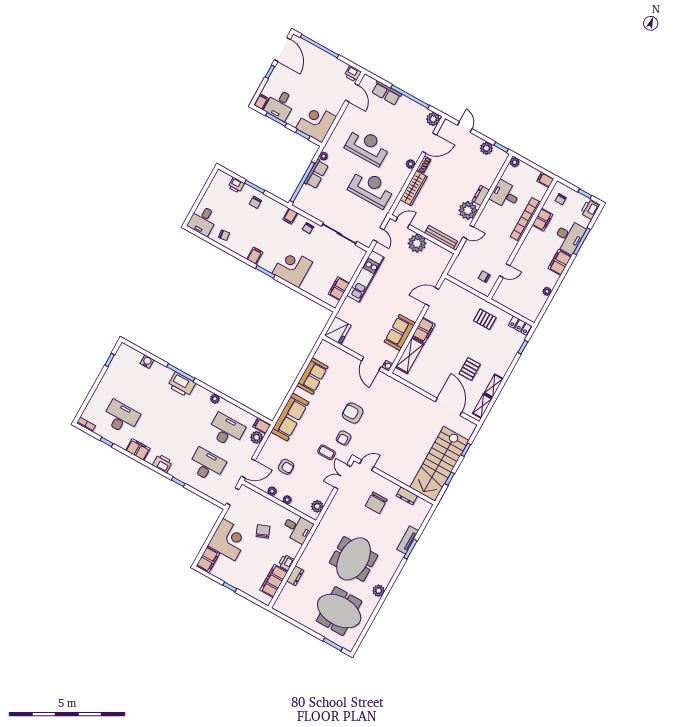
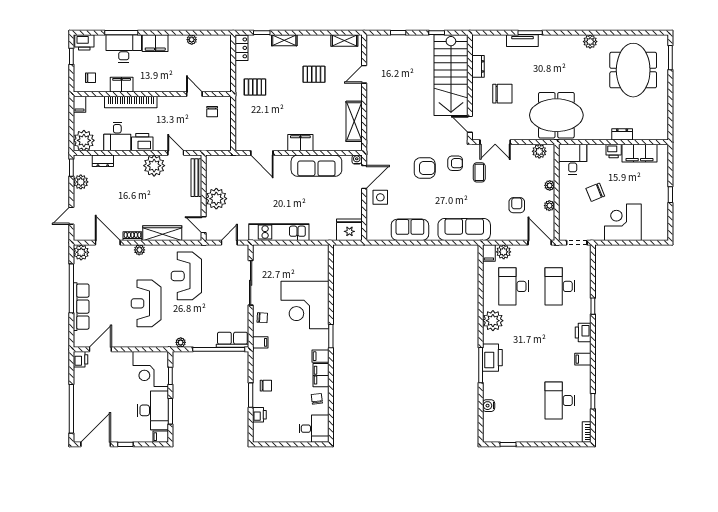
row of seats: (386, 93) -> (81, 307), width x1.48
desk: (280, 105) -> (153, 410), width x1.37
plant: (515, 162) -> (84, 140), width x1.88, depth x1.88
row of seats: (316, 174) -> (232, 340), moved
dresser: (481, 196) -> (103, 161), moved
printer: (490, 211) -> (142, 142), added
corner desk: (292, 268) -> (305, 305), width x1.36, depth x1.36
filing cabinet: (339, 289) -> (321, 375), moved, turned 90
pallet: (485, 319) -> (255, 87), turned 90
sofa: (400, 332) -> (316, 166), width x1.36
shelving: (410, 355) -> (354, 121), moved, turned 90
side table: (349, 367) -> (380, 197), added
shelving: (494, 386) -> (284, 40), moved
plant: (215, 399) -> (493, 321), width x1.88, depth x1.88
door: (449, 407) -> (364, 74), width x0.53
armchair: (353, 413) -> (425, 168), turned -90
filing cabinet: (138, 449) -> (583, 359), width x0.50
stairs: (439, 464) -> (451, 75), moved, turned 90
meeting table: (354, 559) -> (556, 115), moved
filing cabinet: (208, 560) -> (655, 232), removed

